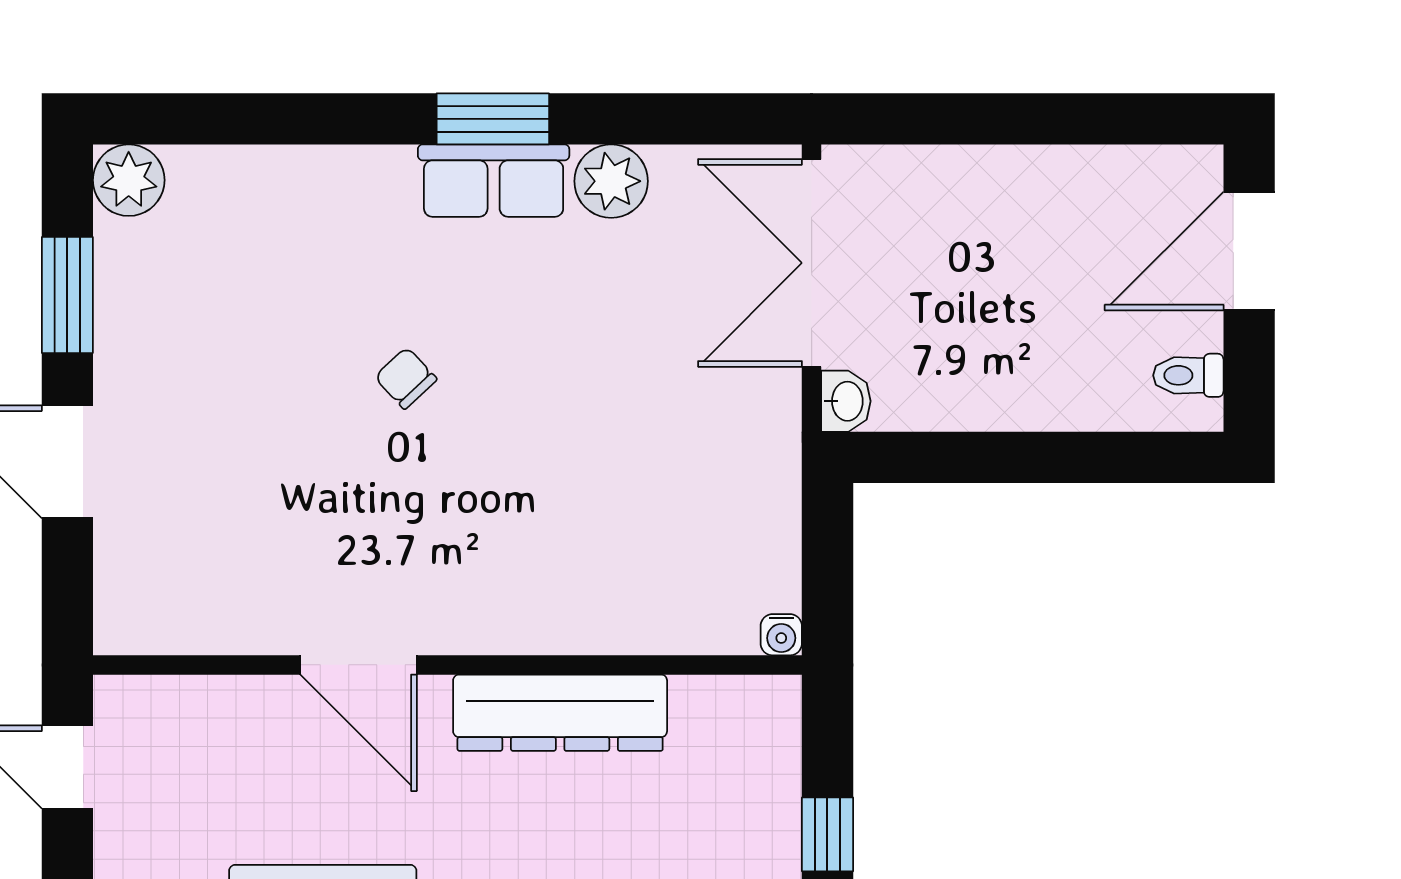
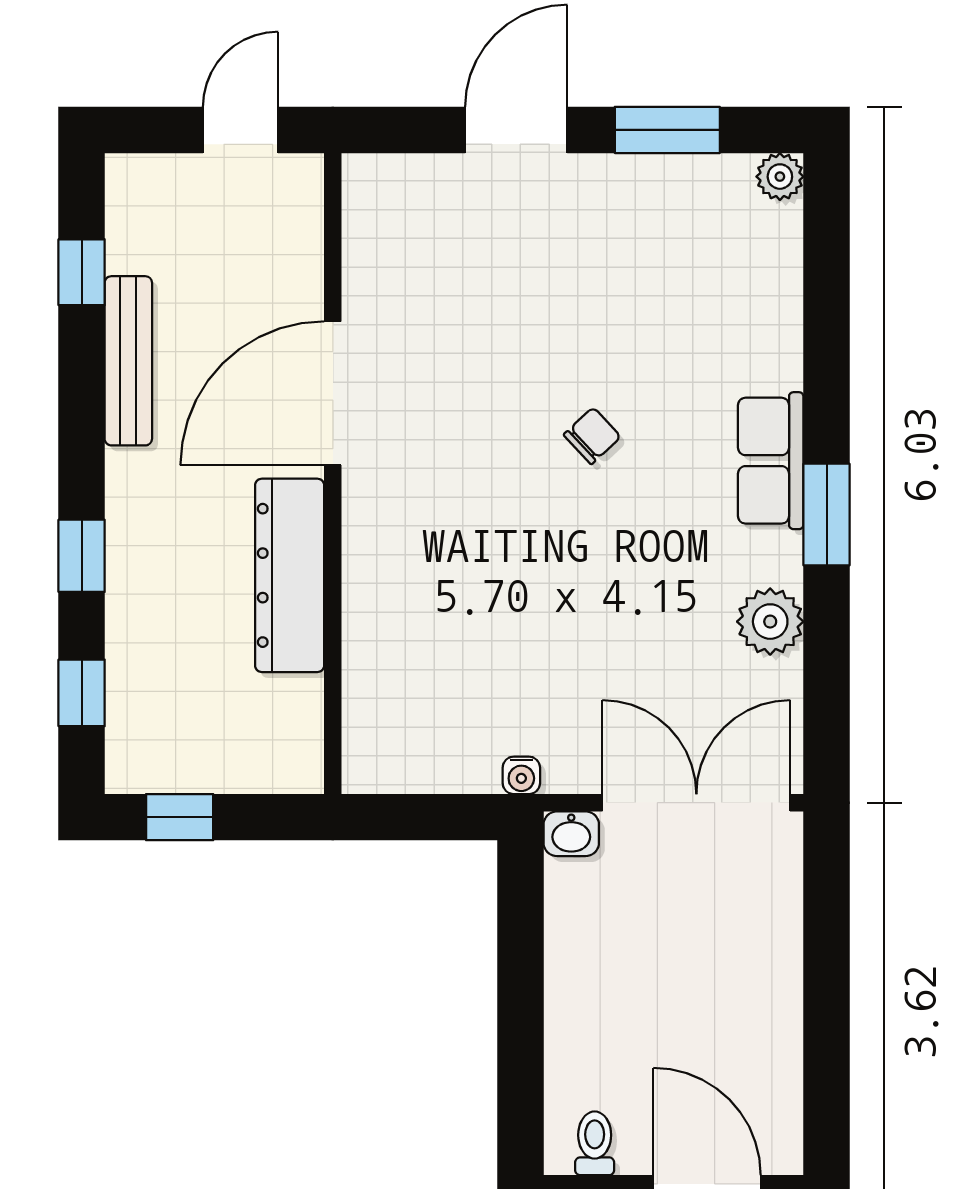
plant: (129, 180) -> (780, 177), width x0.73, depth x0.73
row of seats: (494, 181) -> (771, 461), moved
water cooler: (781, 635) -> (521, 775), moved, turned -90
door: (359, 665) -> (333, 393), width x1.36

